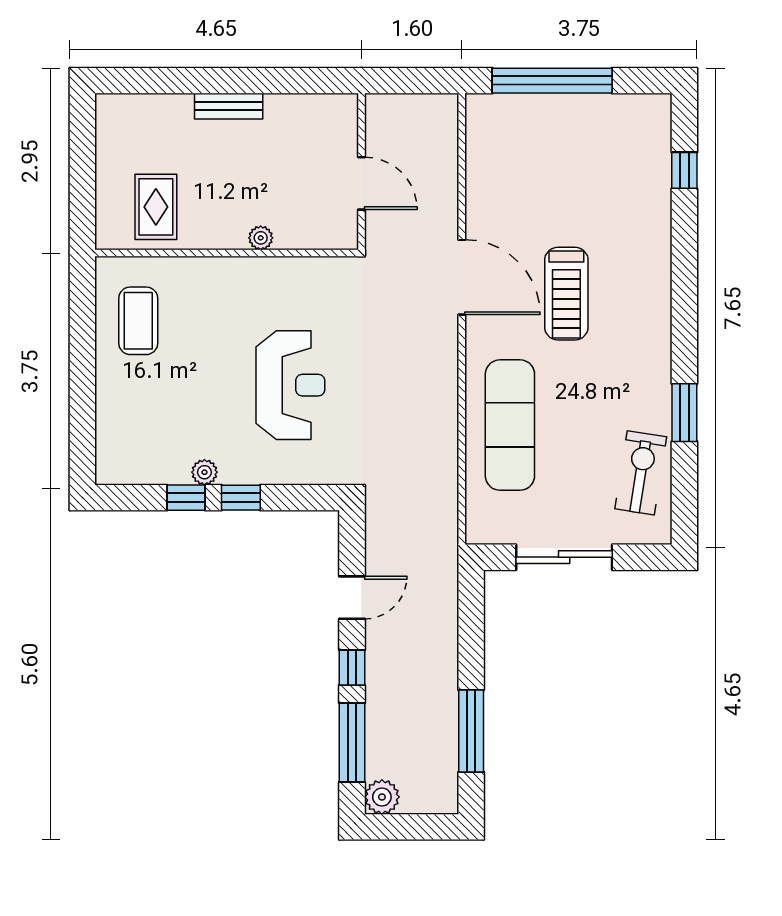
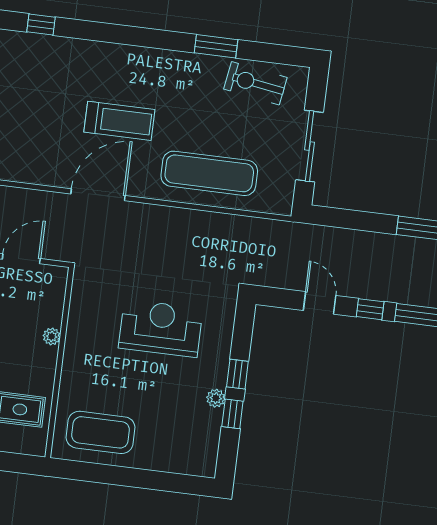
coffee table: (138, 321) -> (101, 432), width x1.36, depth x1.32

